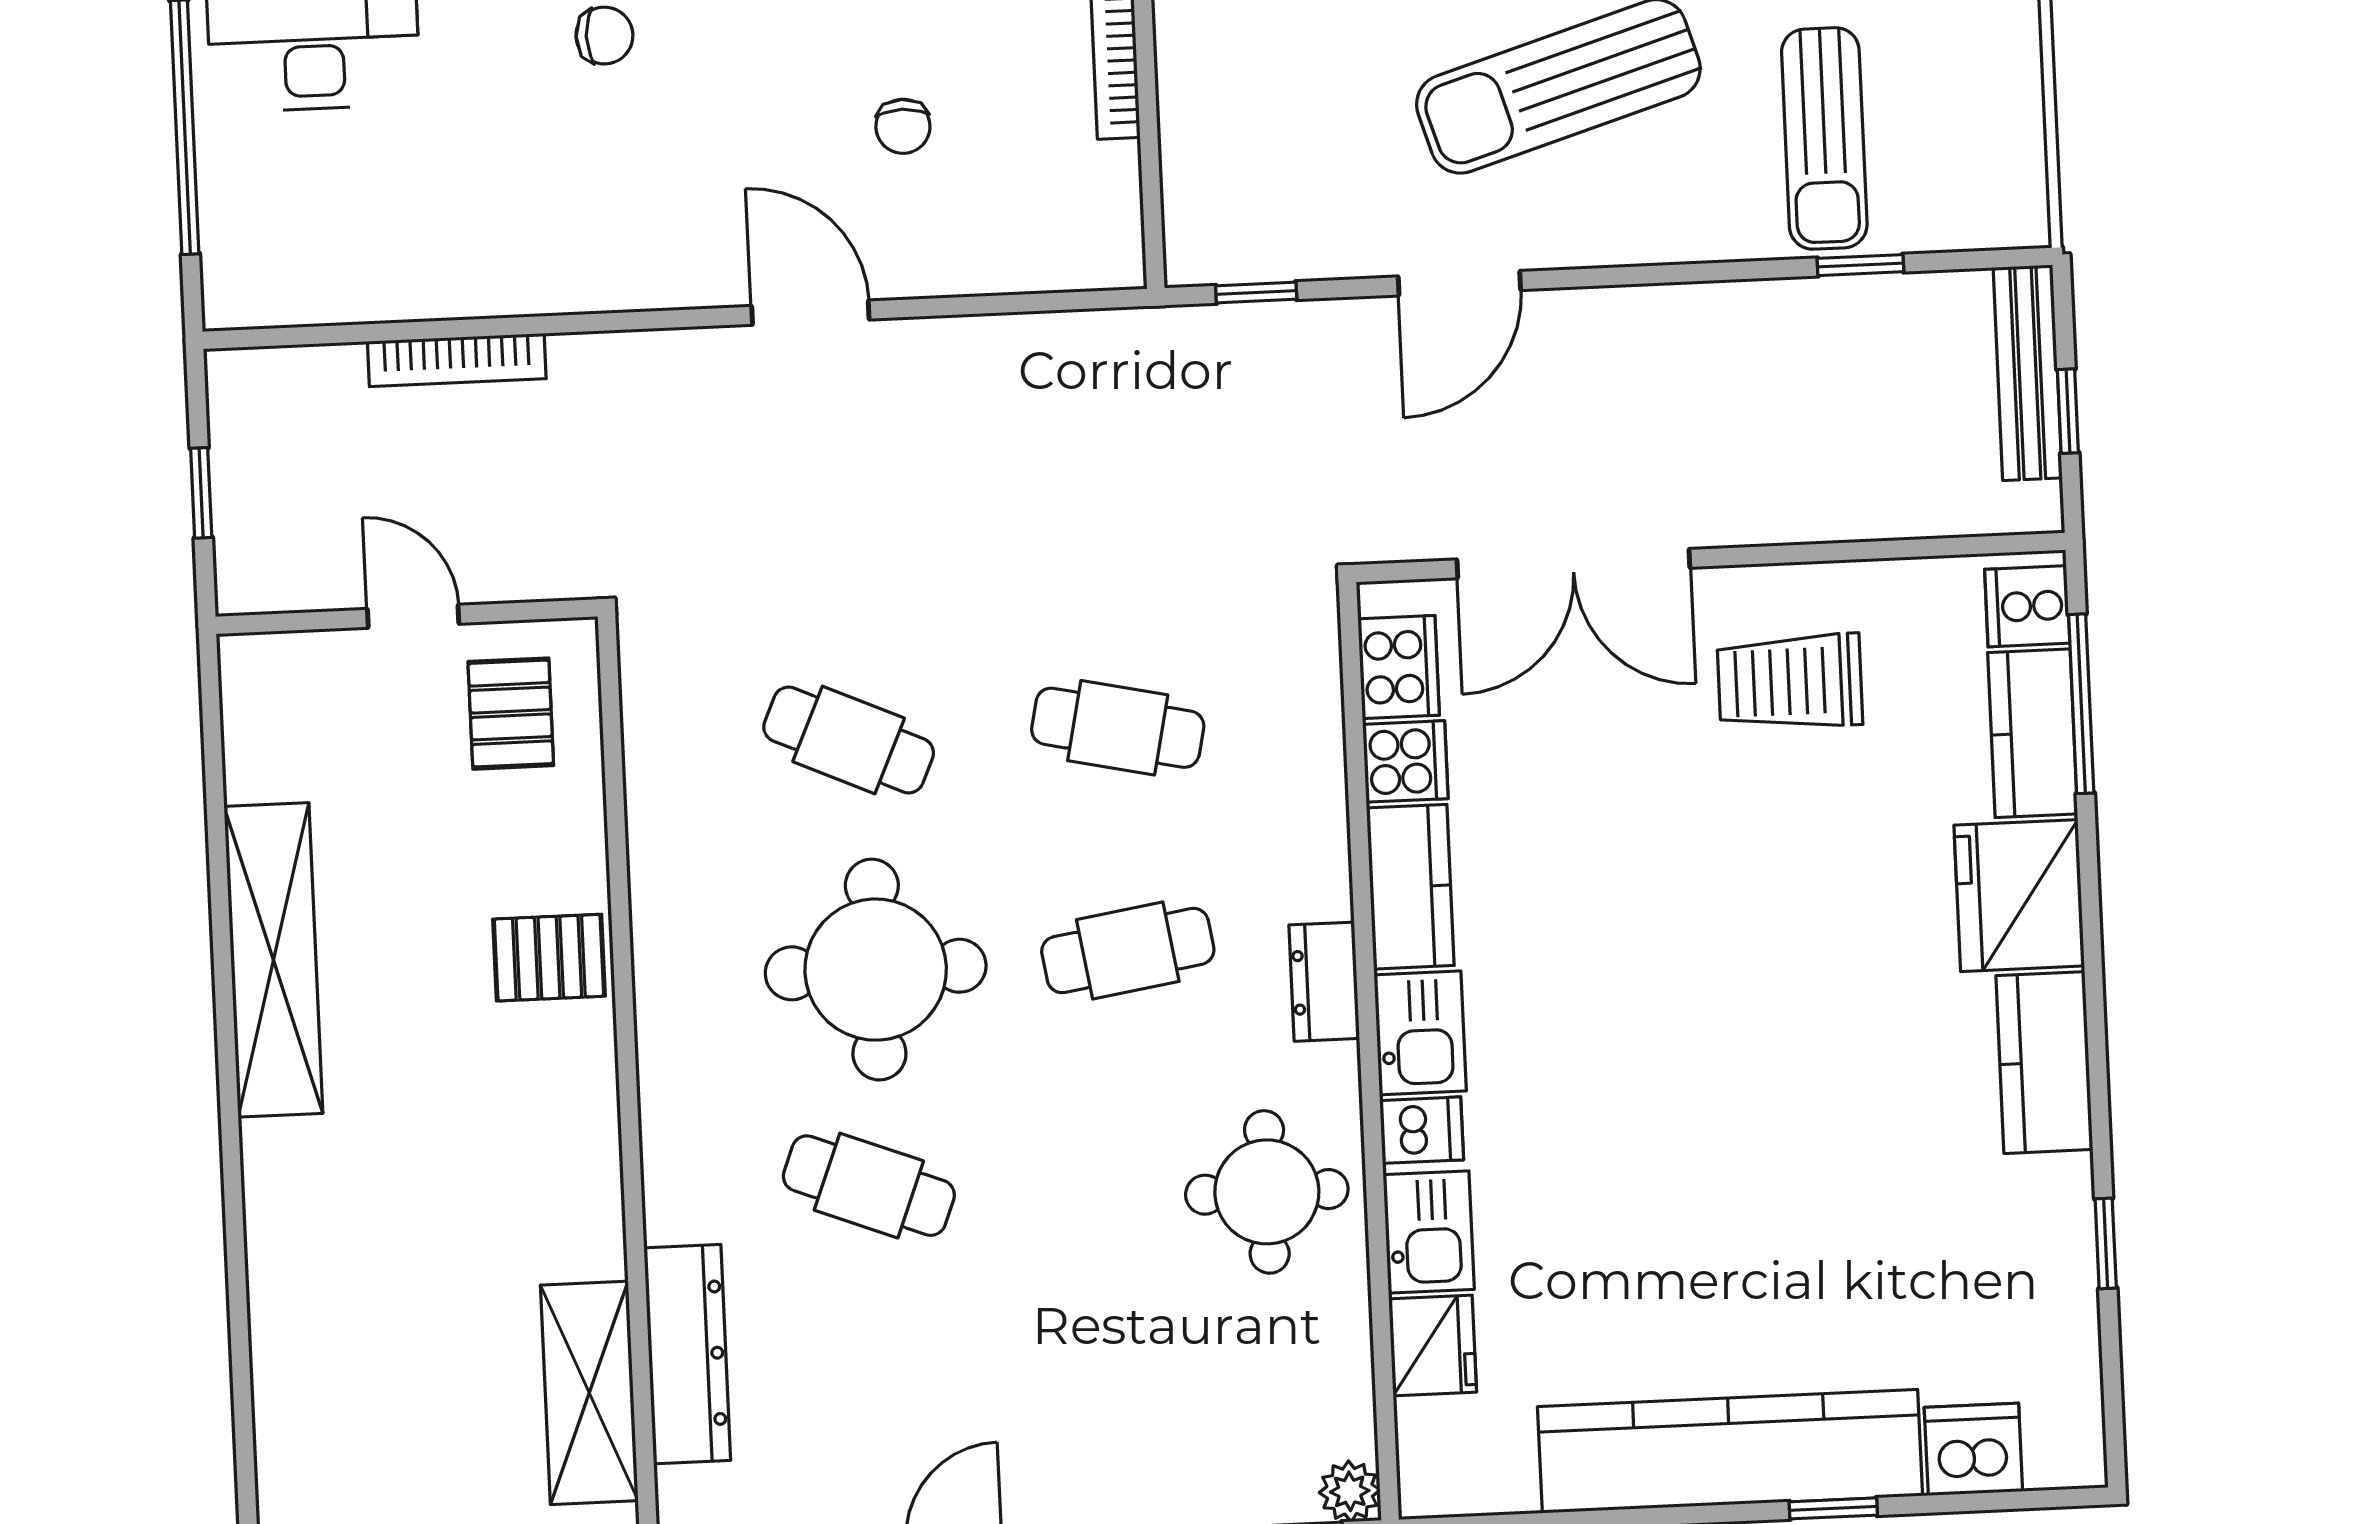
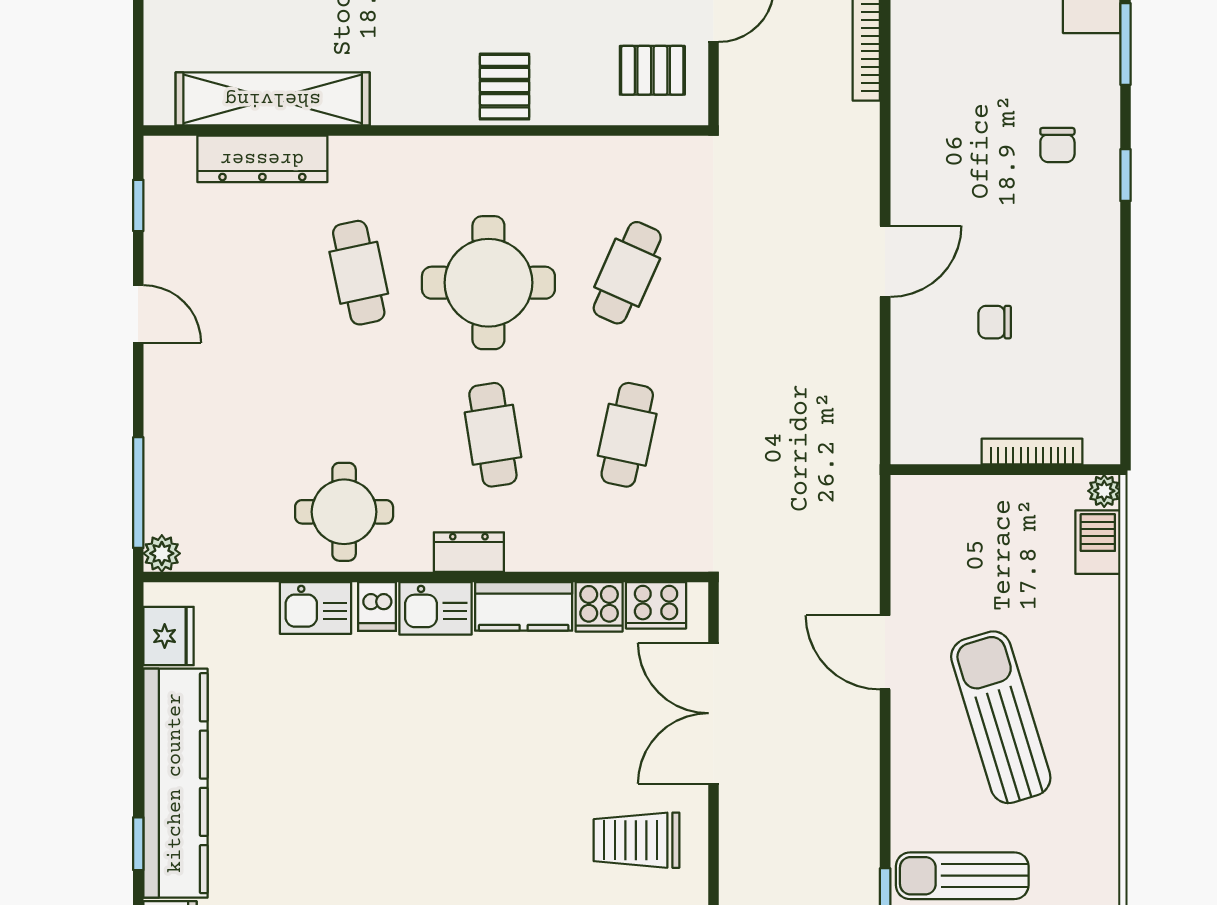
window: (1256, 292) -> (885, 530), removed
trolley: (1790, 682) -> (637, 840), turned -90
cafe table: (869, 1186) -> (359, 273), turned -33
fridge: (1433, 1346) -> (169, 636), moved, turned -90
shelving: (589, 1393) -> (273, 99), width x1.47

